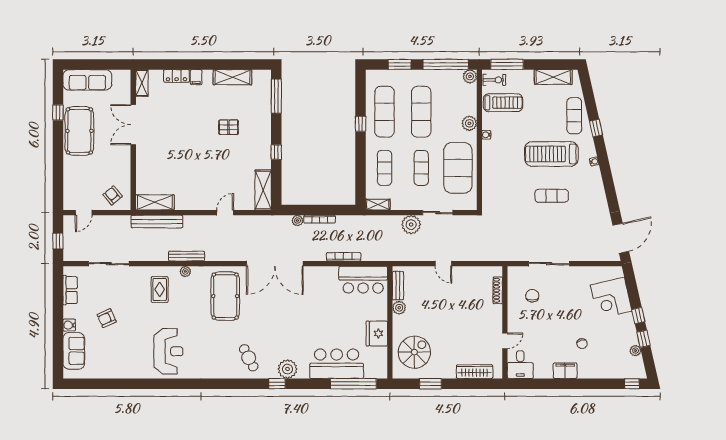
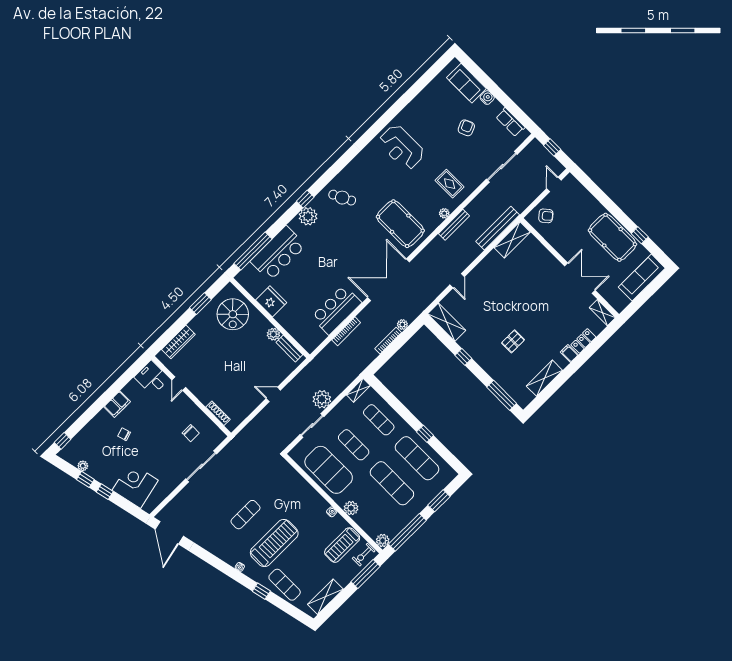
bar counter: (363, 280) -> (336, 310), moved

